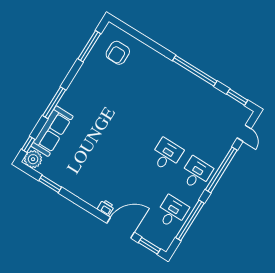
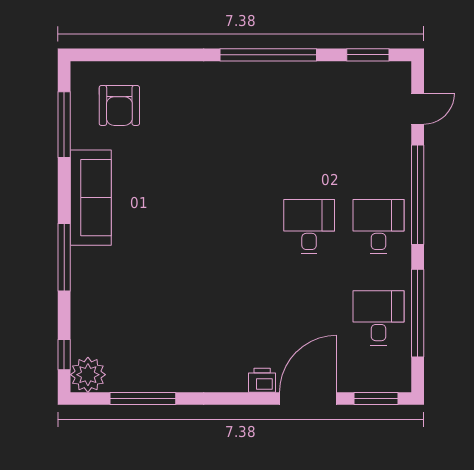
sofa: (52, 131) -> (91, 198), moved
door: (244, 133) -> (418, 109), hinge flipped
window: (50, 184) -> (143, 398), width x1.44

